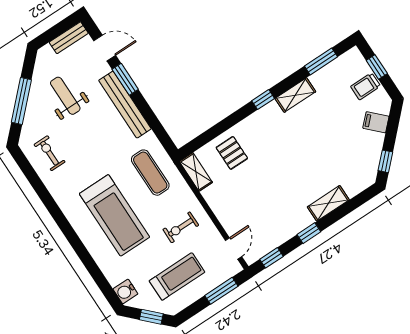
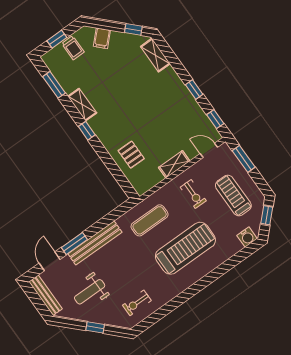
bench: (69, 38) -> (46, 295), width x1.36
window: (21, 101) -> (95, 327), width x0.46
pallet: (232, 153) -> (131, 155), turned 90
shelving: (196, 172) -> (174, 164), moved
shelving: (328, 203) -> (155, 55), moved

